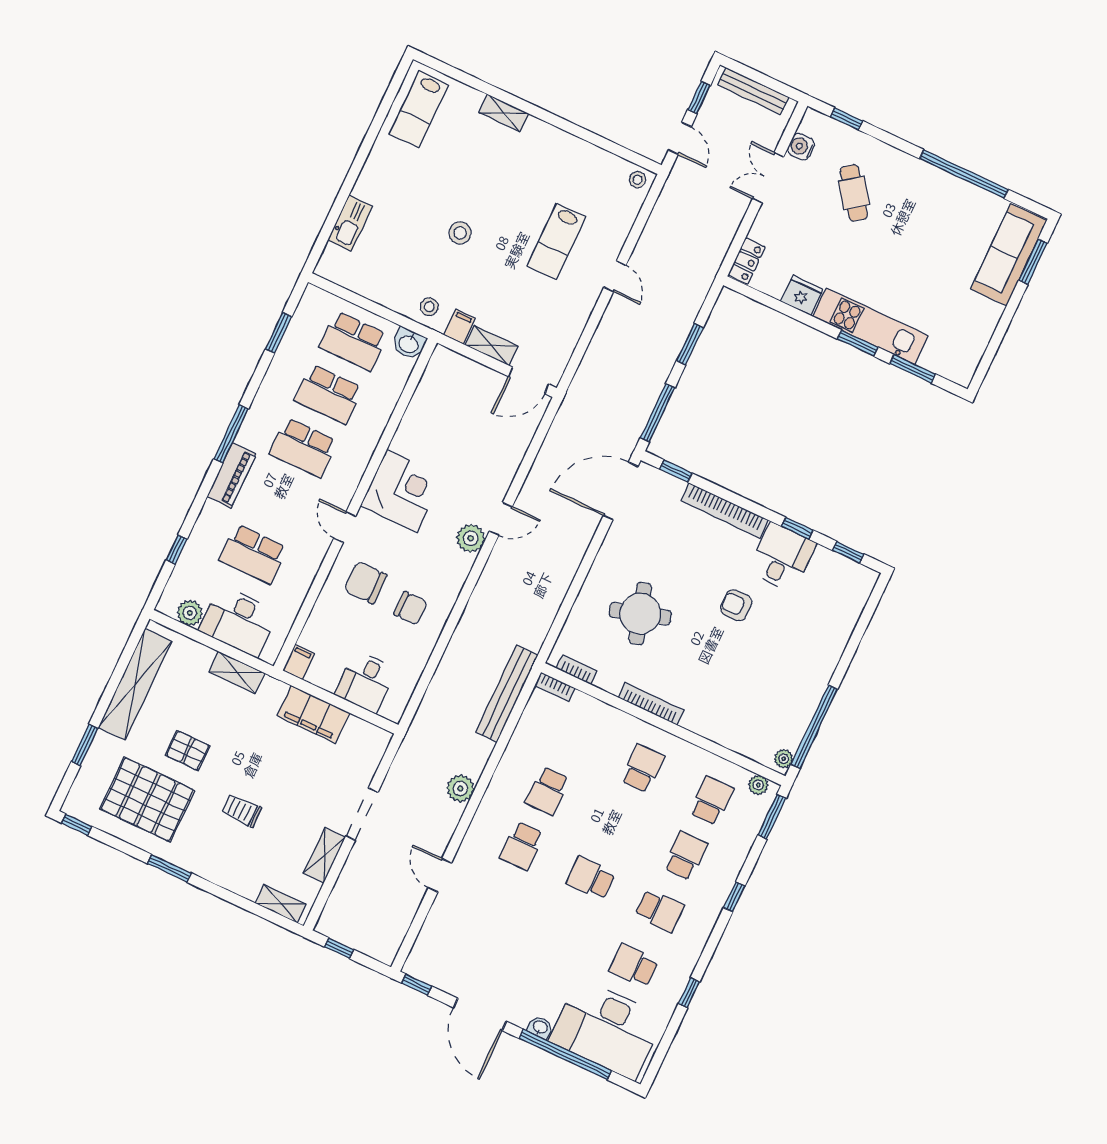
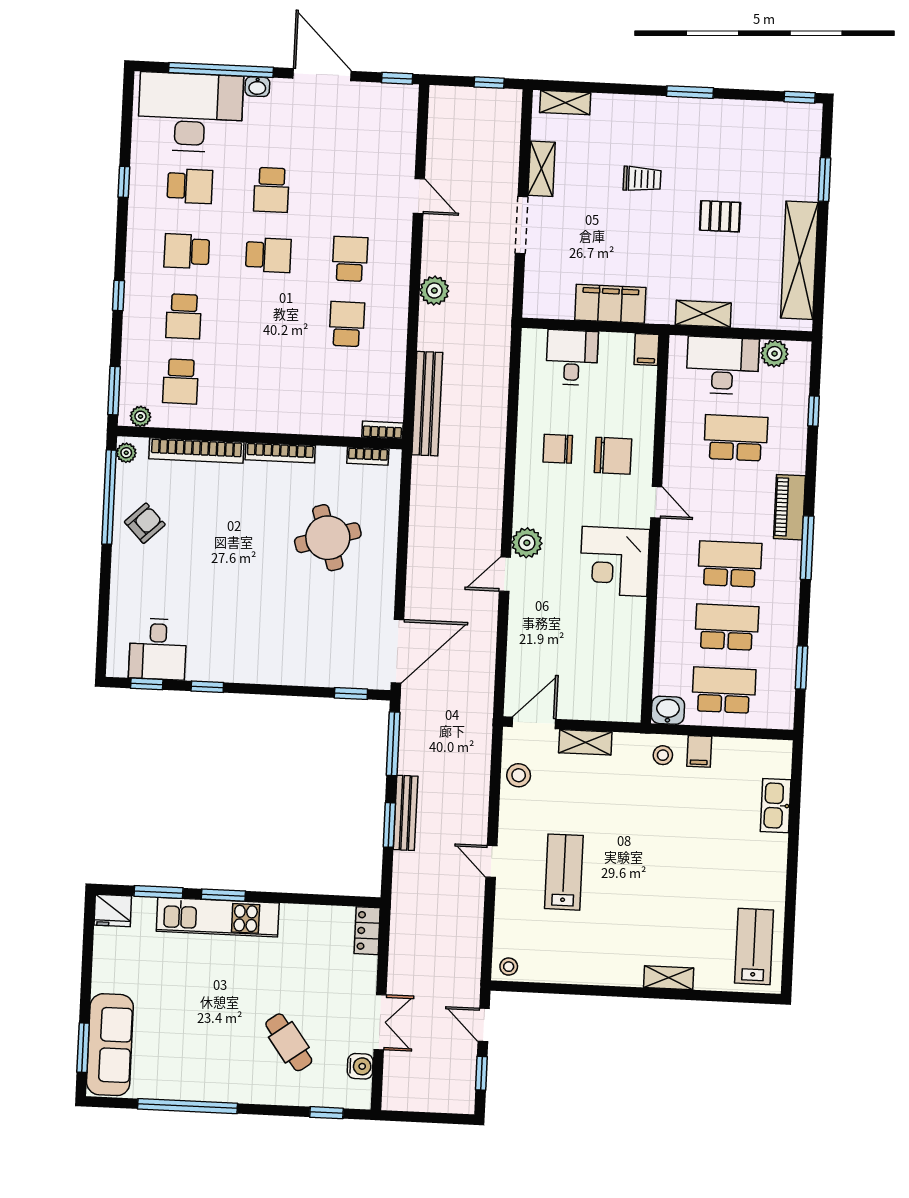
bench: (753, 91) -> (406, 813), moved, turned 90
stool: (460, 233) -> (519, 775), moved
fridge: (802, 295) -> (113, 911), moved
filing cabinet: (459, 327) -> (699, 751), moved
bookcase: (725, 510) -> (196, 450), moved, turned 180
desk: (782, 557) -> (158, 649), moved
armchair: (736, 605) -> (145, 523), moved, turned -44
school desk: (642, 768) -> (271, 190), moved
pallet: (147, 799) -> (740, 151), removed

